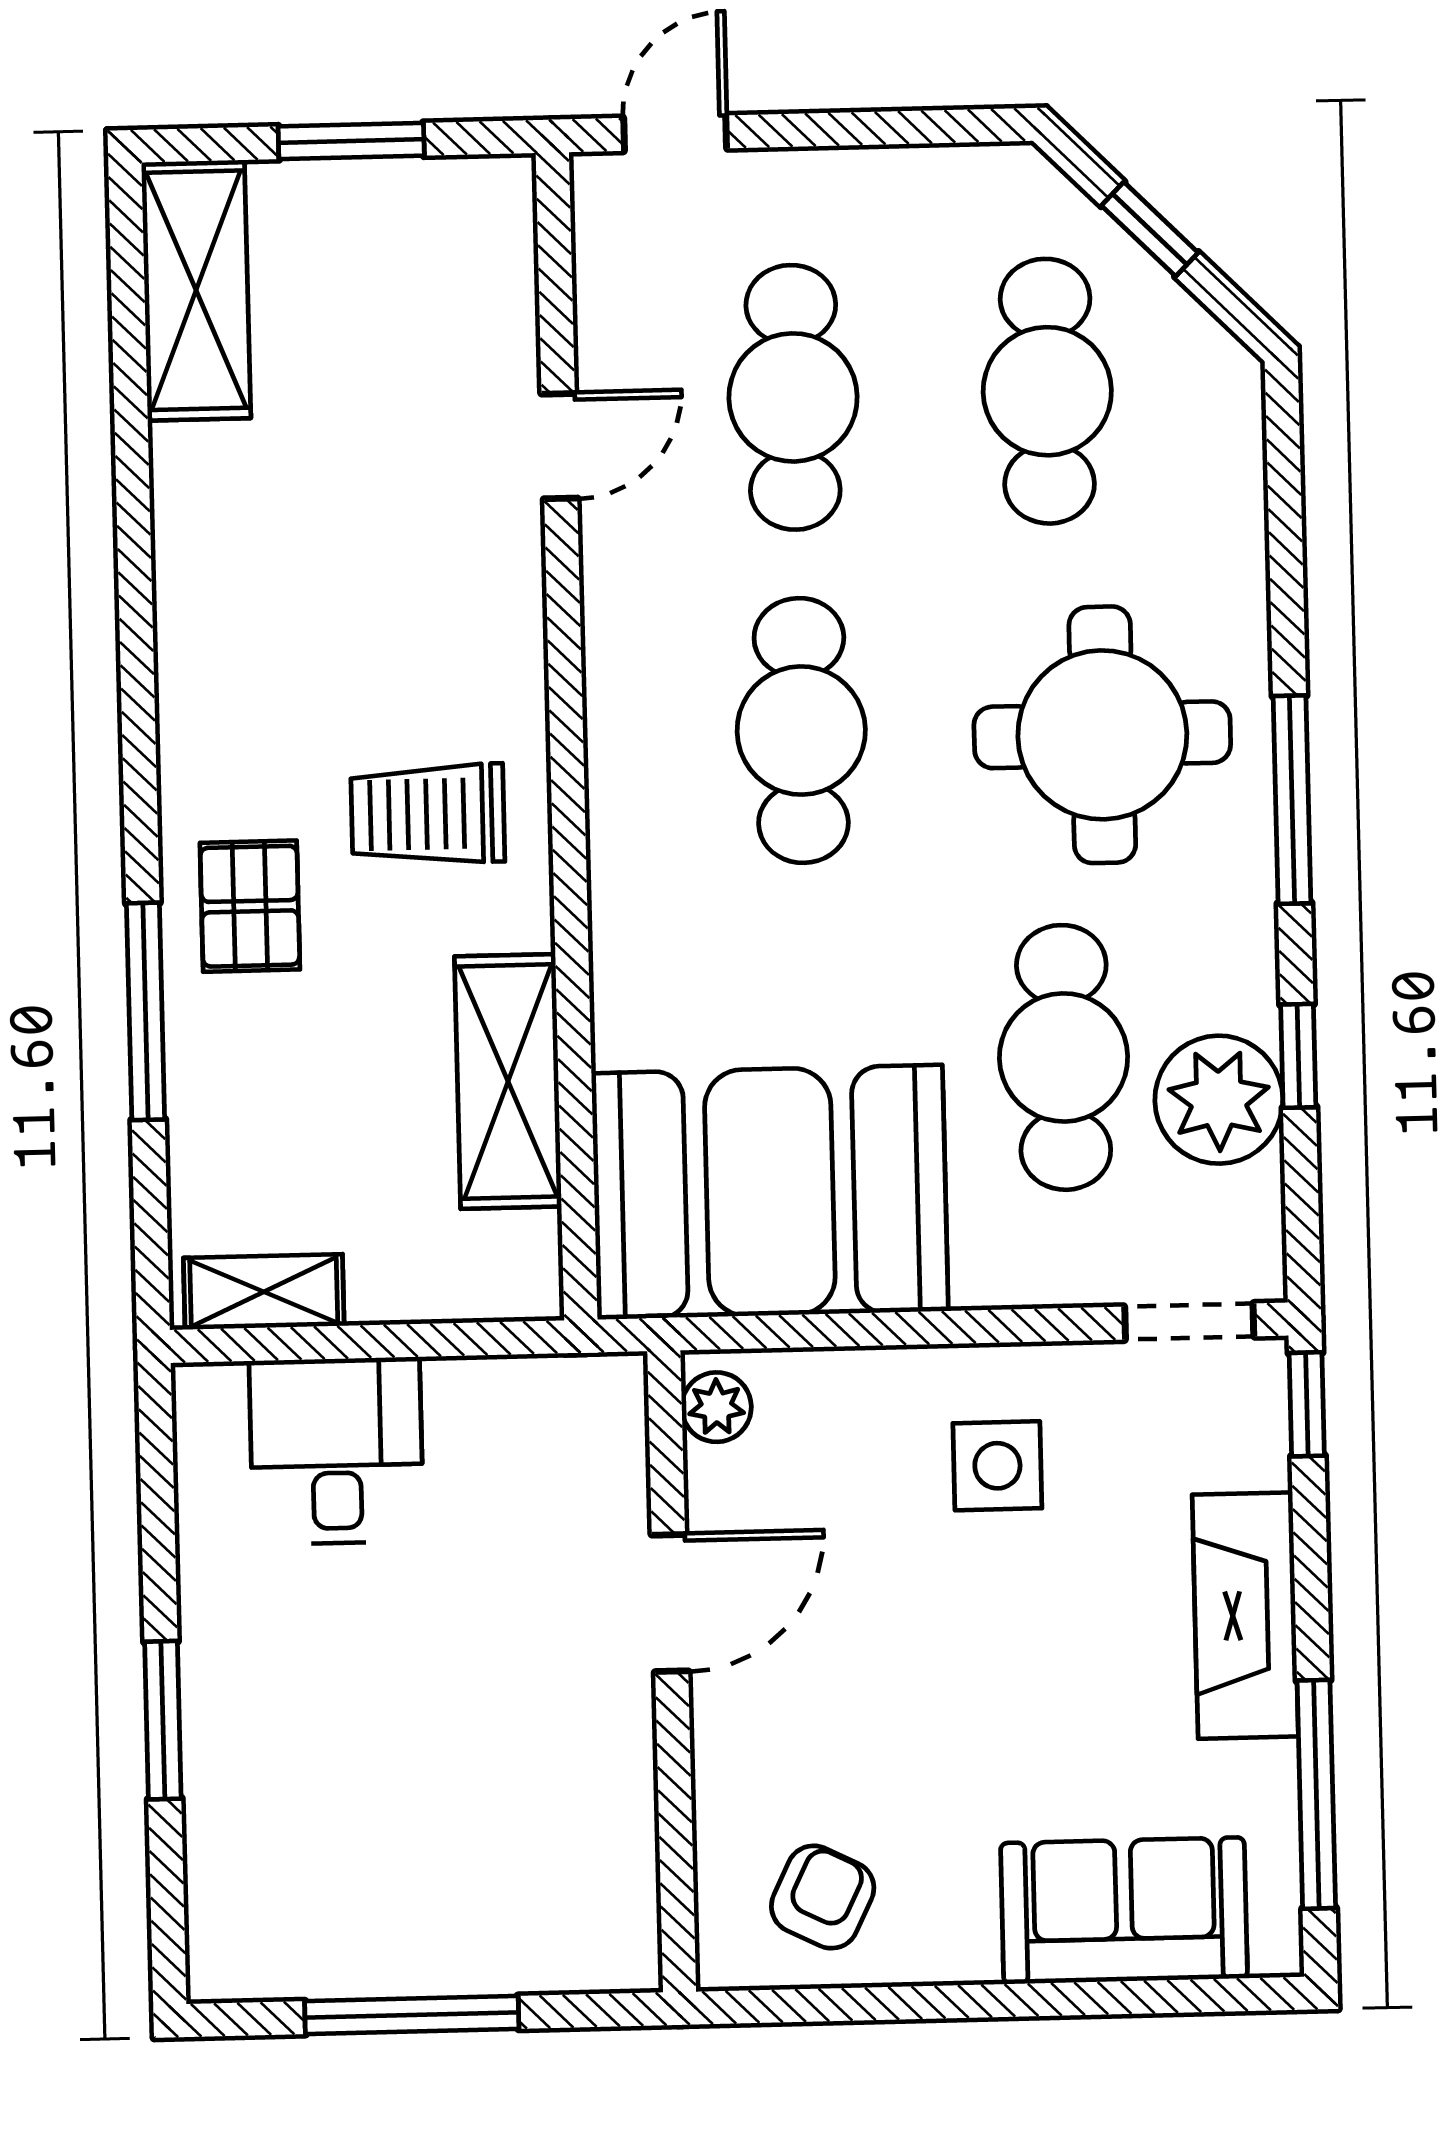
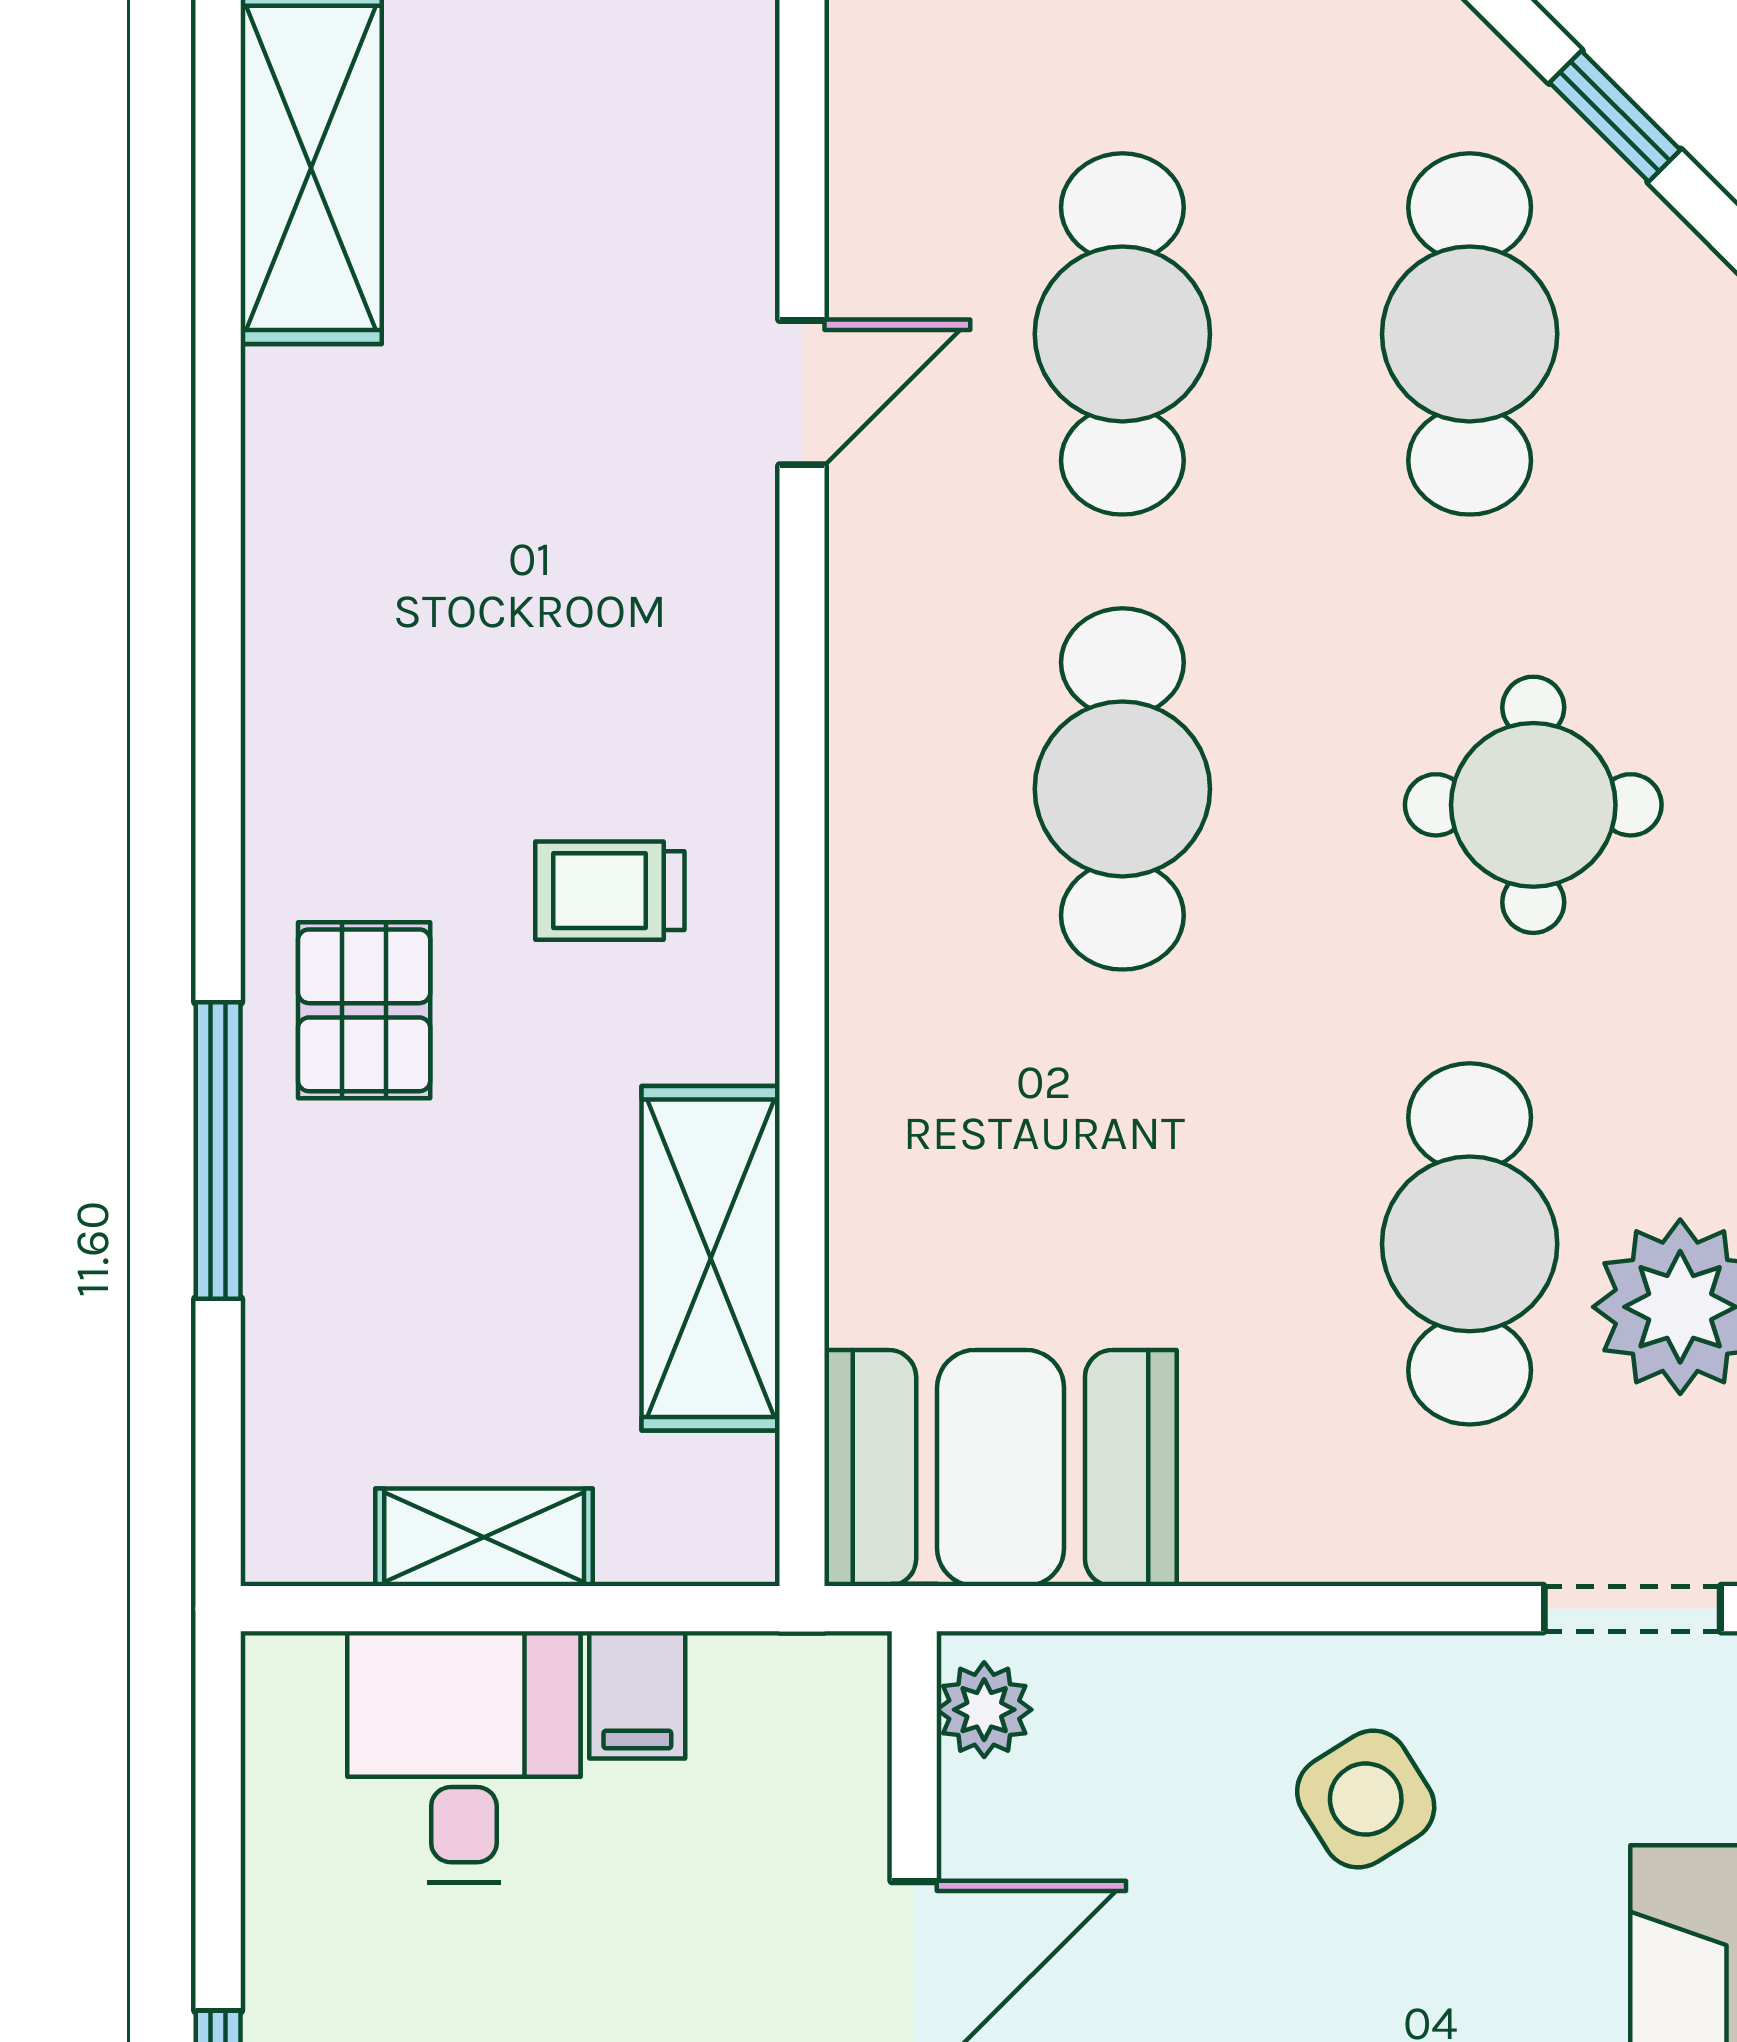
round table: (1102, 735) -> (1533, 805), width x0.73, depth x0.73
trolley: (428, 814) -> (610, 891), width x0.73, depth x0.72
booth: (770, 1192) -> (1001, 1468), width x0.73, depth x0.70
shelving: (264, 1292) -> (484, 1537), moved
filing cabinet: (462, 1402) -> (637, 1695), added
side table: (997, 1466) -> (1366, 1799), turned -32

